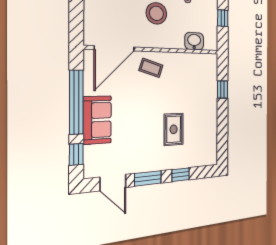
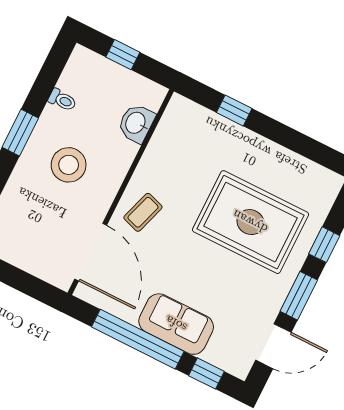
rug: (174, 129) -> (250, 222), width x1.86, depth x2.06

